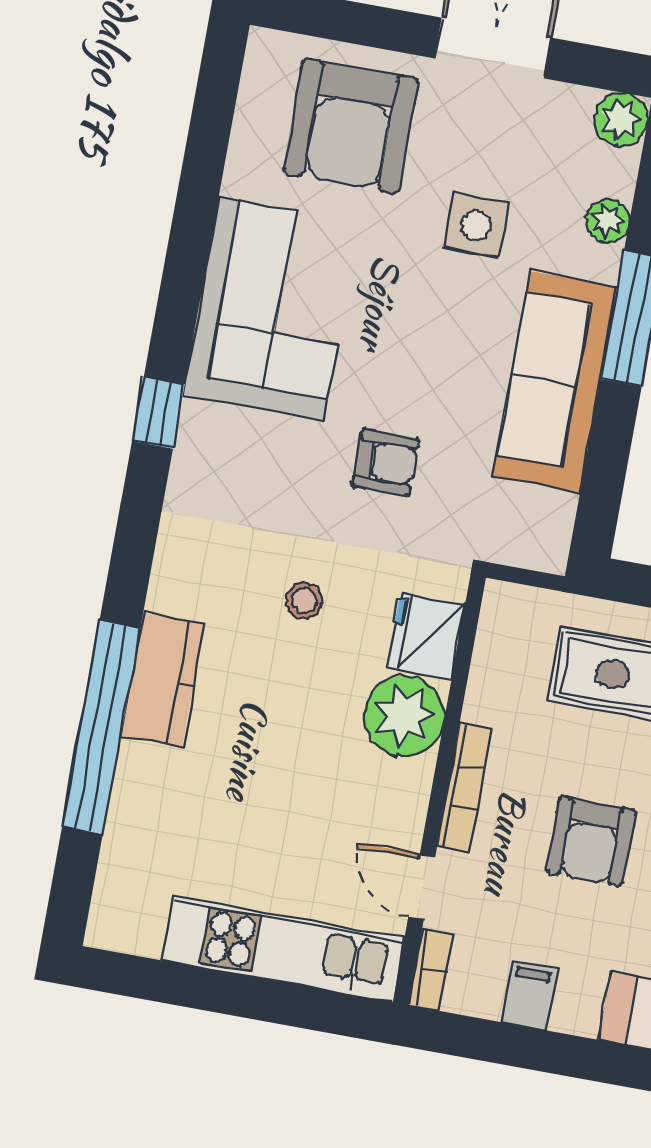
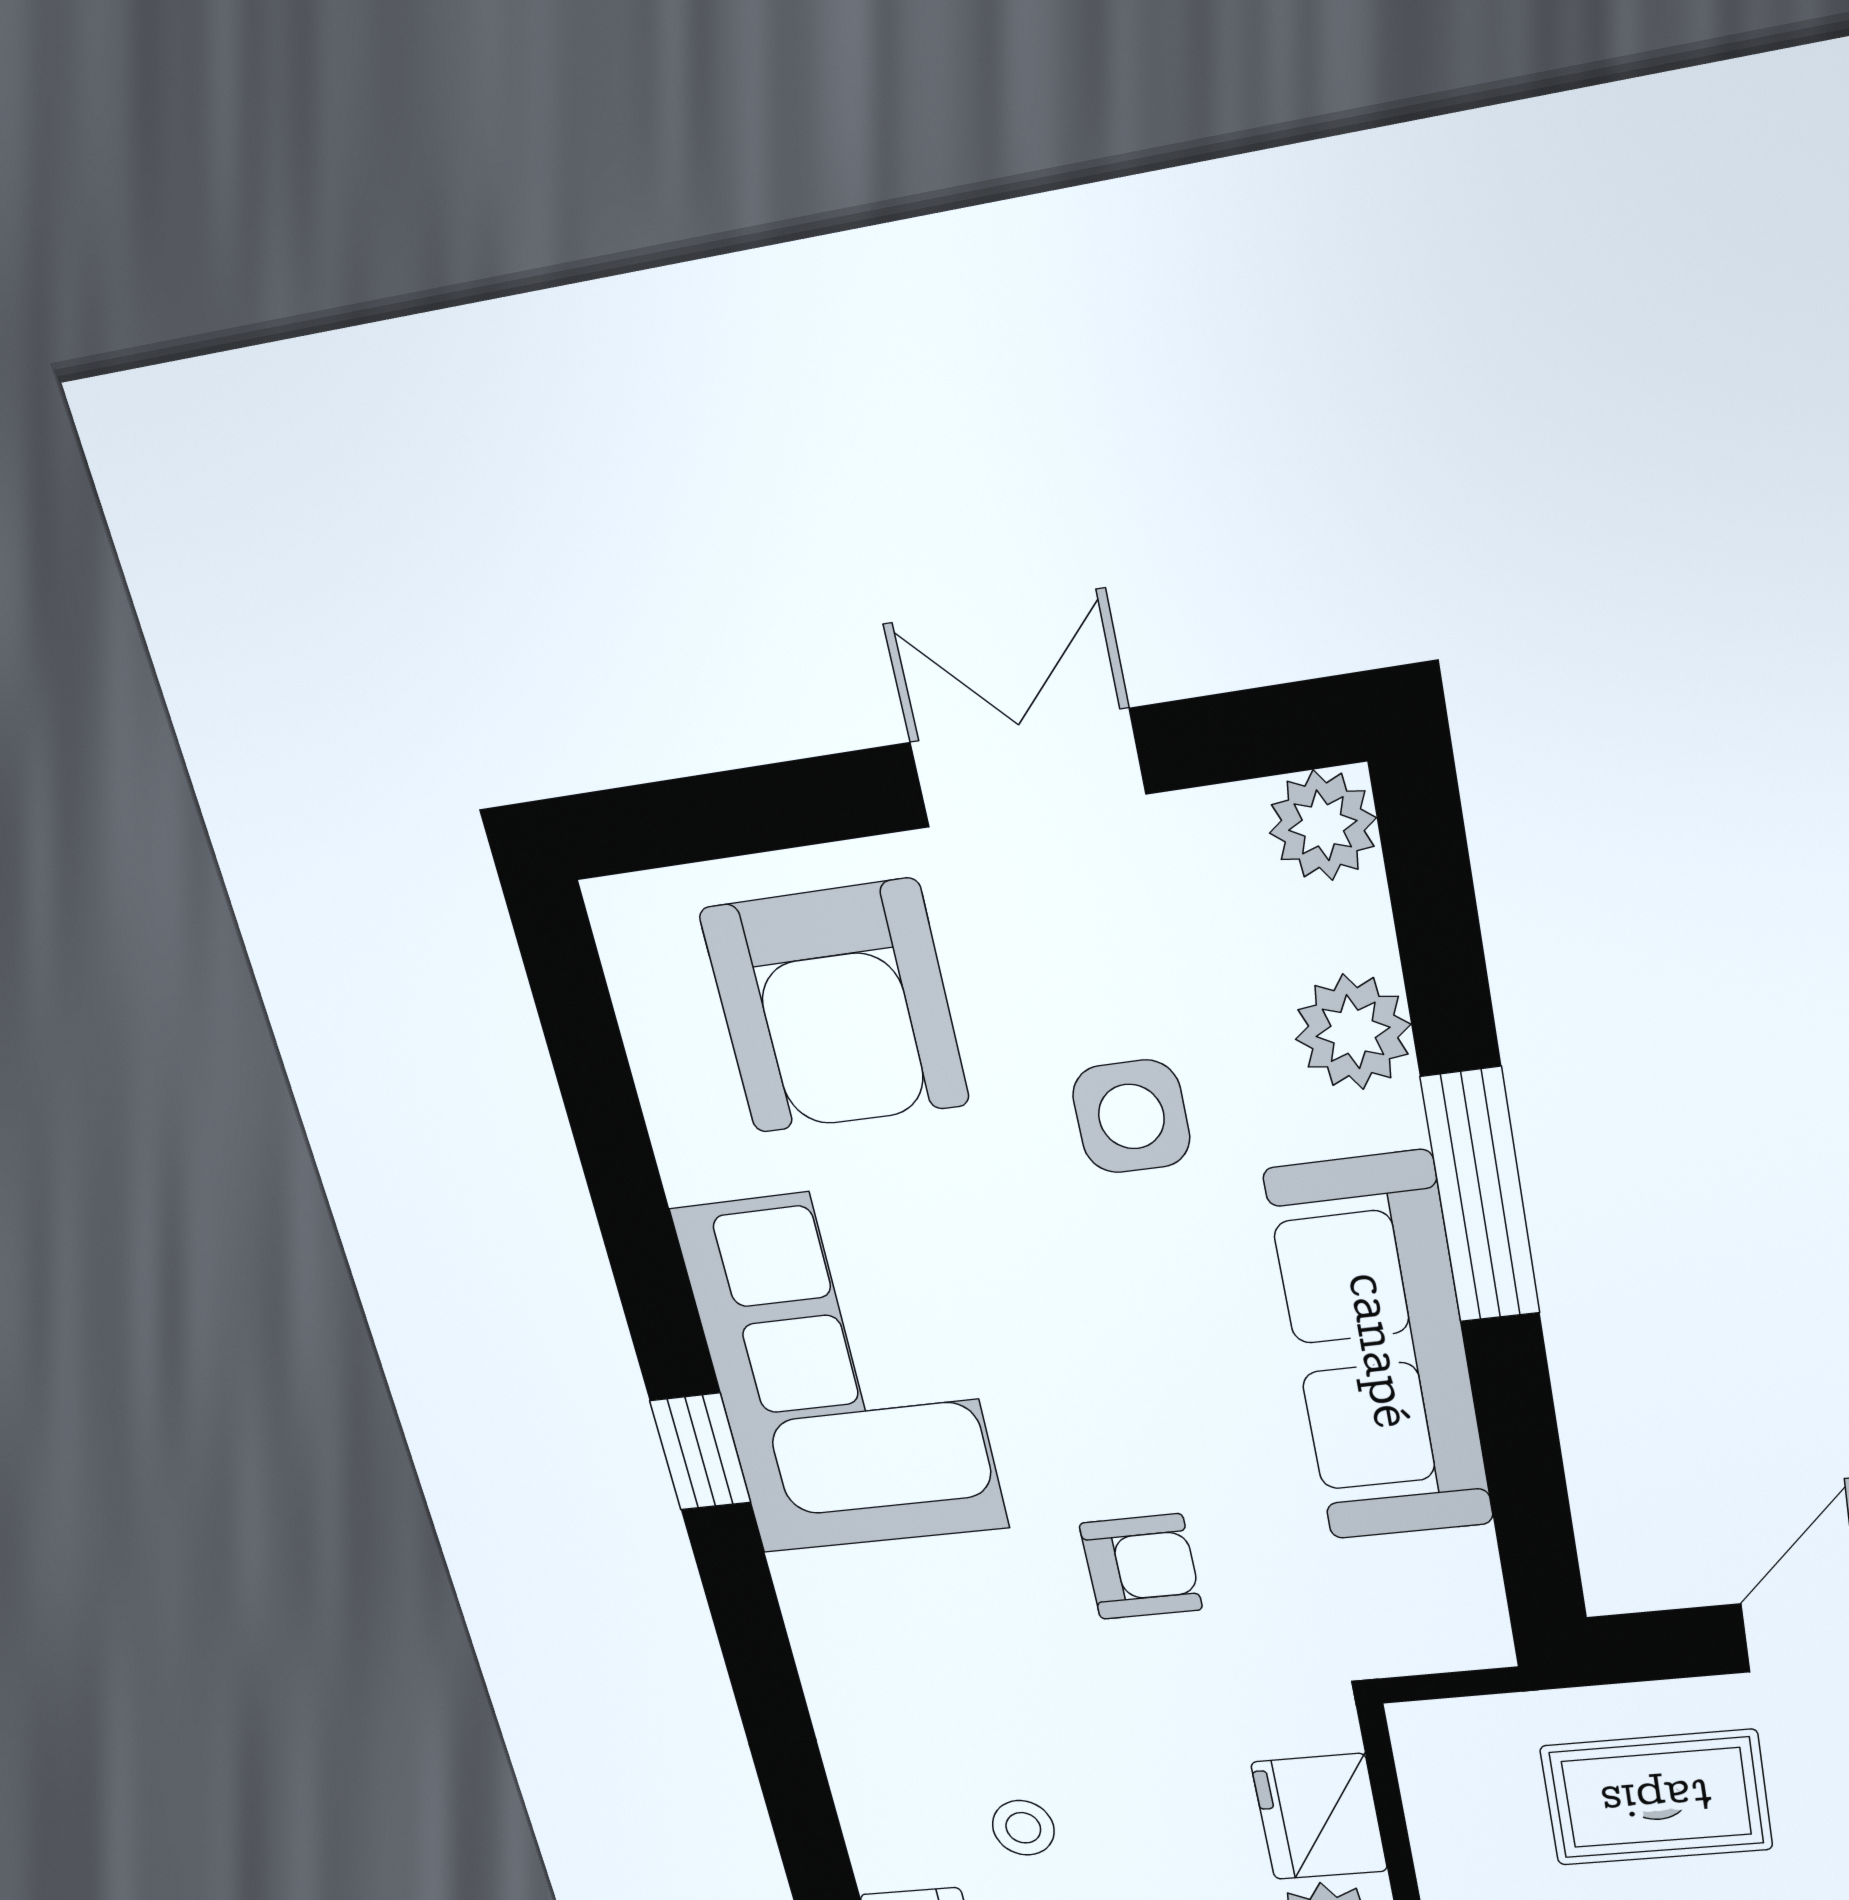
plant: (608, 221) -> (1353, 1032), width x1.38, depth x1.38
window: (158, 413) -> (700, 1452), moved
stool: (304, 601) -> (1023, 1828), moved

